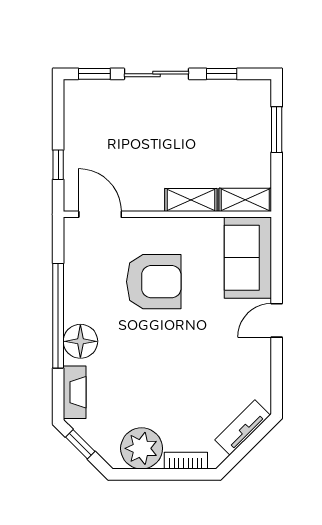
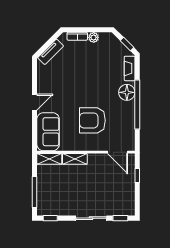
window: (222, 74) -> (50, 218), moved
window: (277, 130) -> (35, 192), width x1.44
plant: (142, 448) -> (94, 37), width x0.53, depth x0.53

